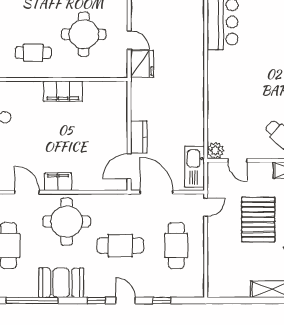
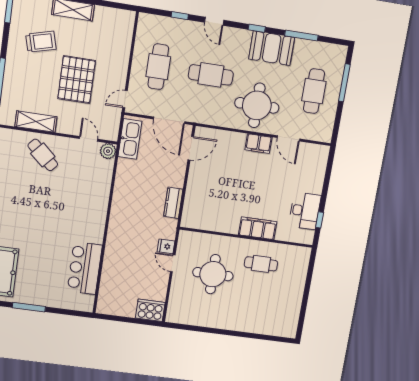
fridge: (142, 64) -> (166, 246), width x0.53, depth x0.75
filing cabinet: (63, 91) -> (258, 228), moved
kitchen counter: (139, 137) -> (173, 203), moved
window: (32, 300) -> (301, 36), width x0.68
window: (96, 300) -> (257, 28), moved

